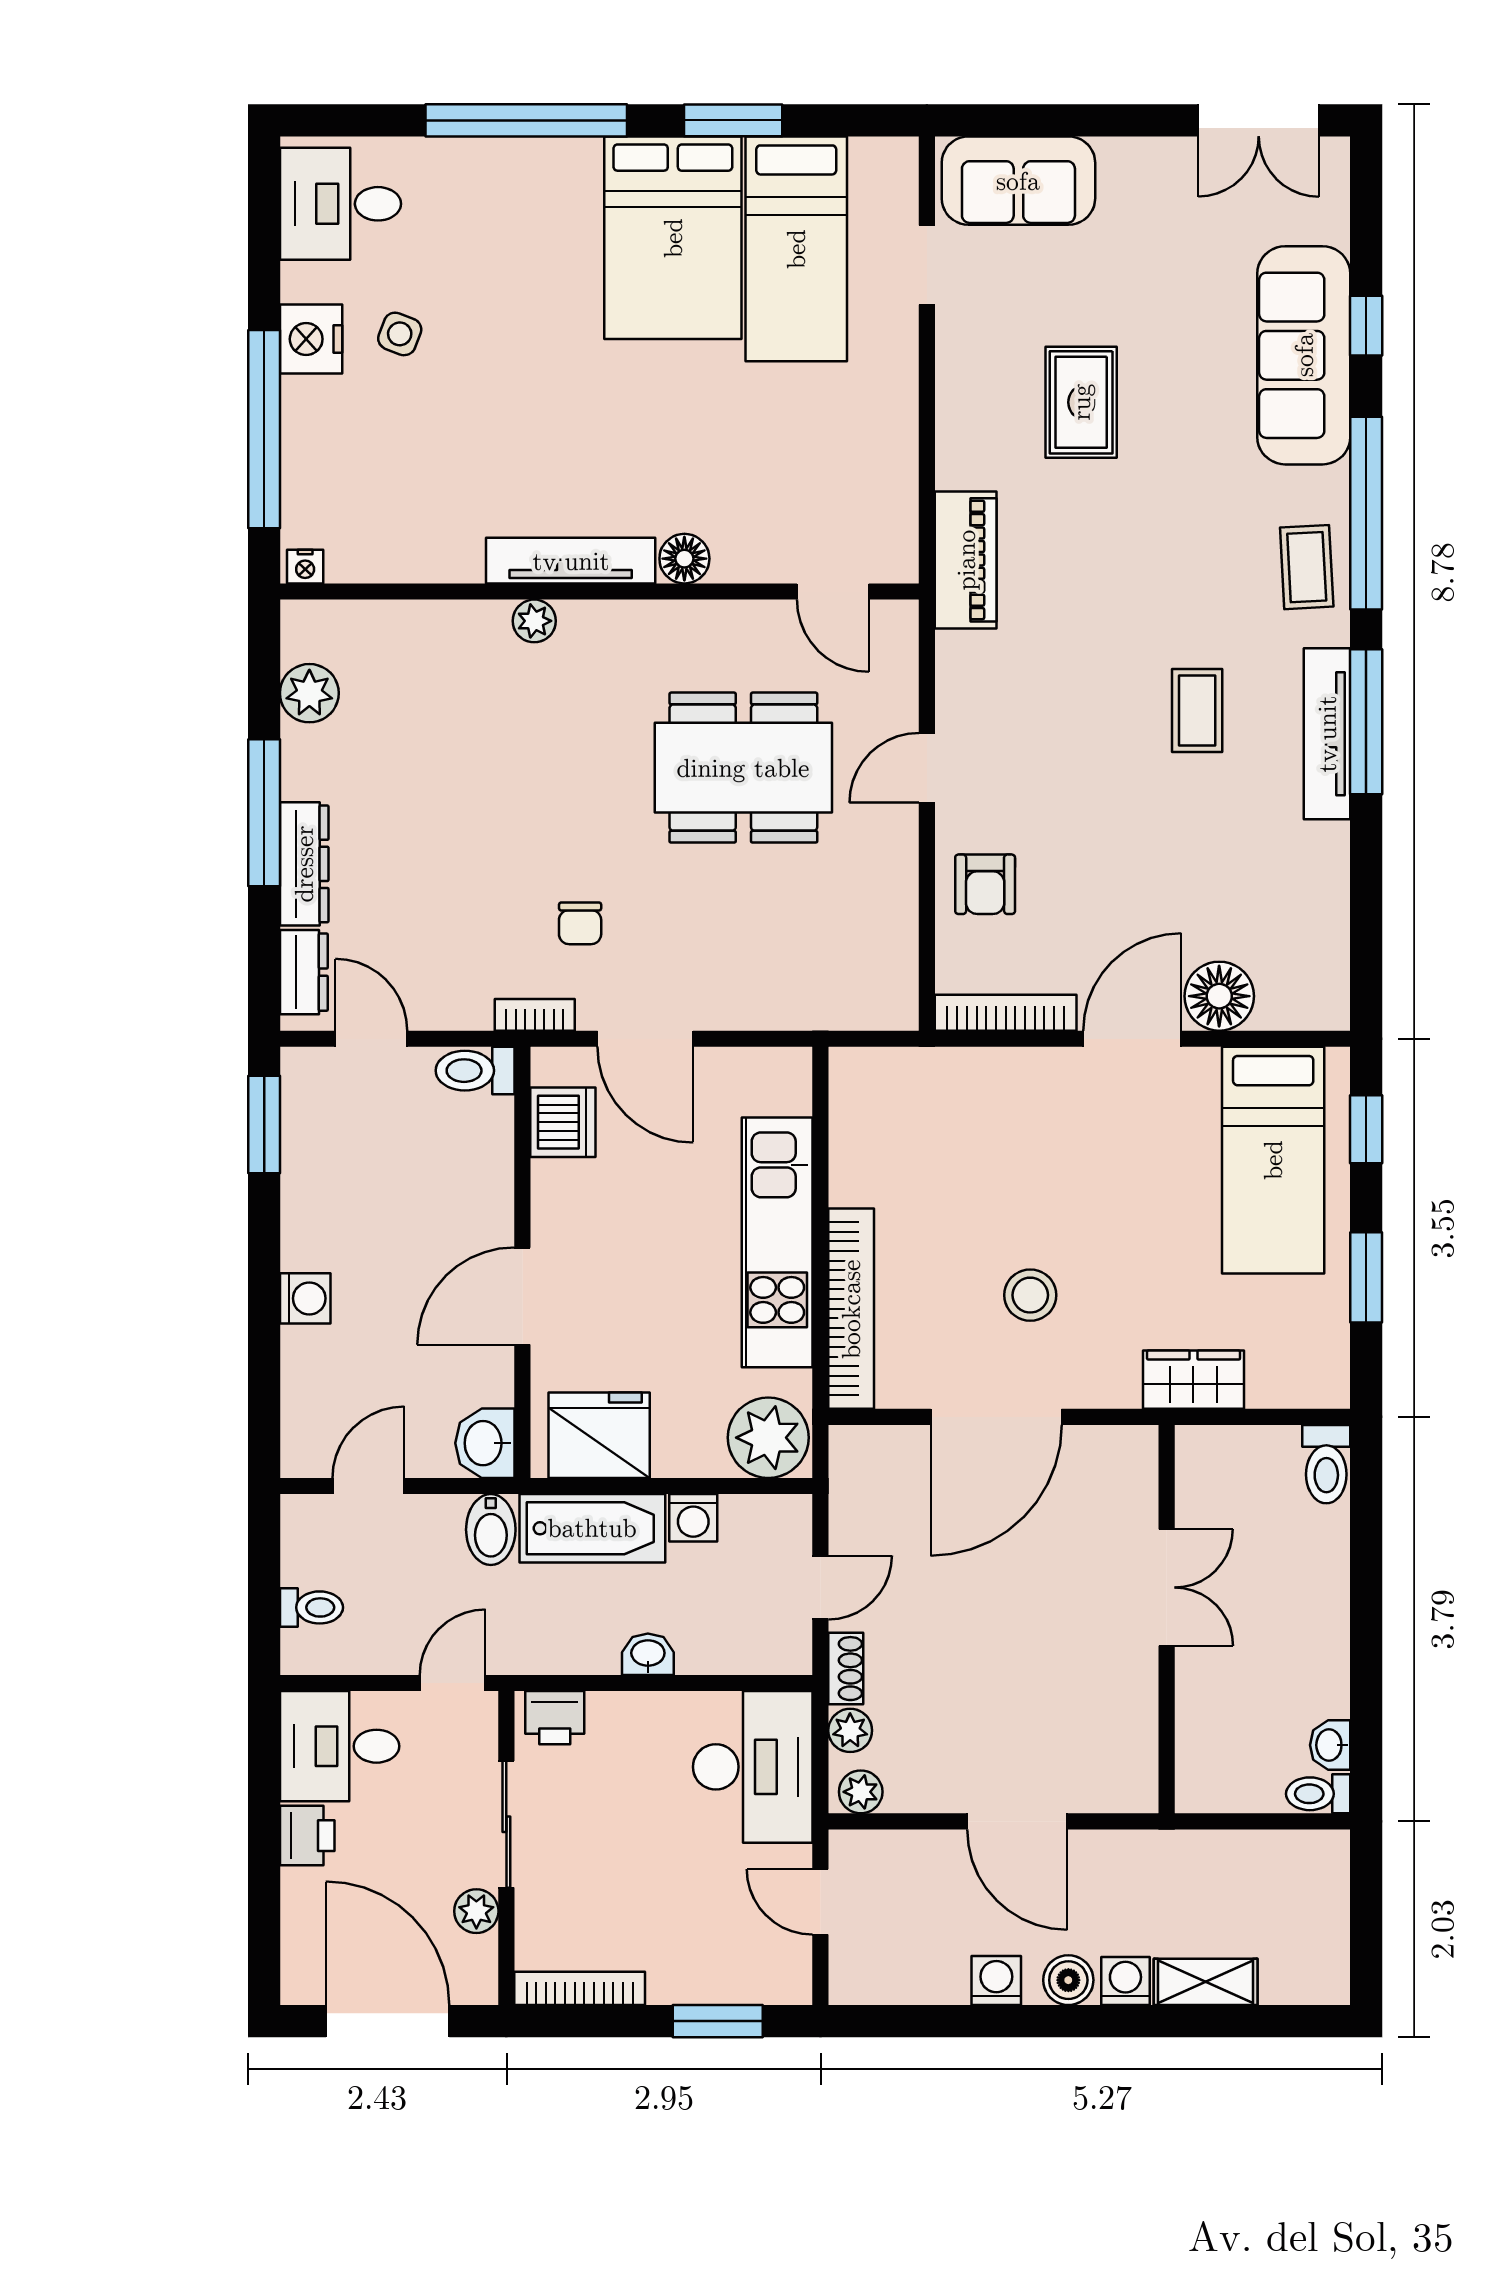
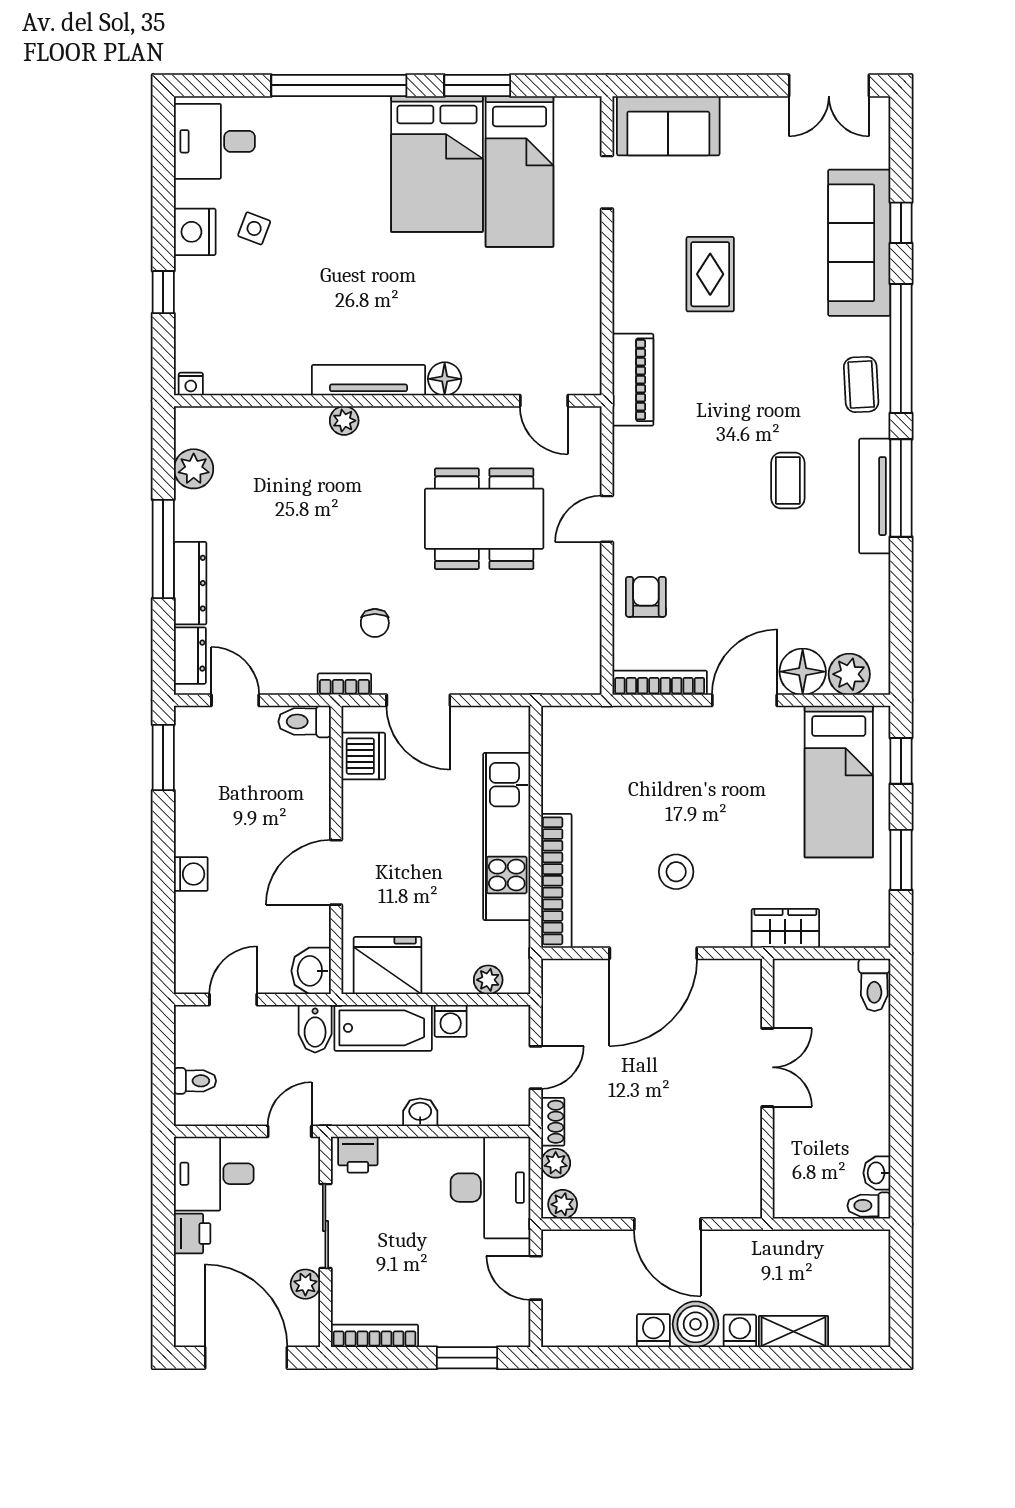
window: (264, 429) -> (163, 292), width x0.32
armchair: (985, 884) -> (646, 597), turned 180
plant: (1289, 1000) -> (849, 674), added
plant: (768, 1438) -> (488, 980), width x0.53, depth x0.53
boiler: (1068, 1980) -> (696, 1324), width x1.36, depth x1.36

